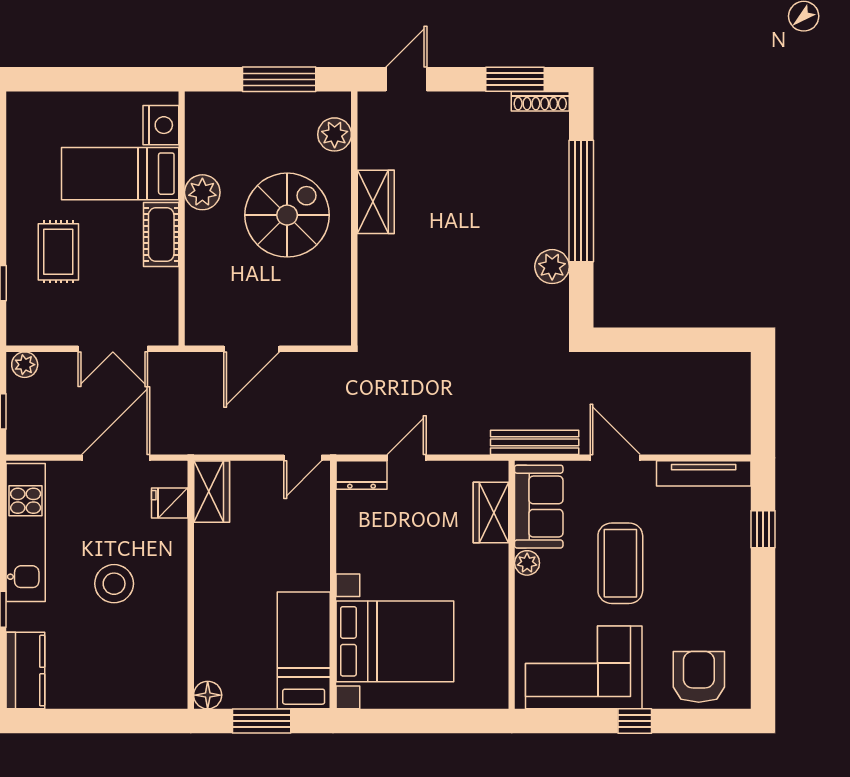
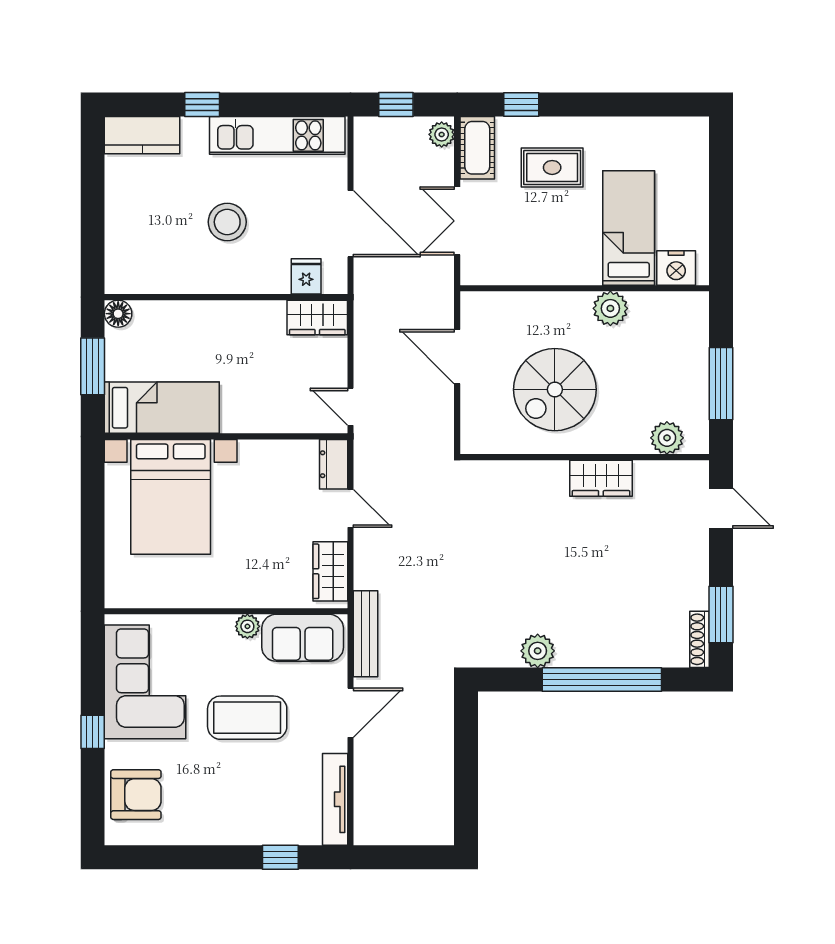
spiral stairs: (287, 215) -> (555, 390), moved, turned 90
cot: (161, 235) -> (477, 148), moved, turned 90
wardrobe: (491, 512) -> (330, 571), moved, turned -90

